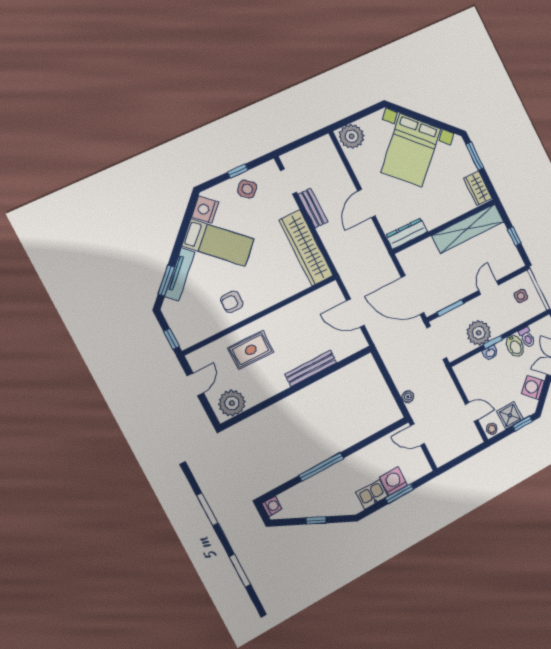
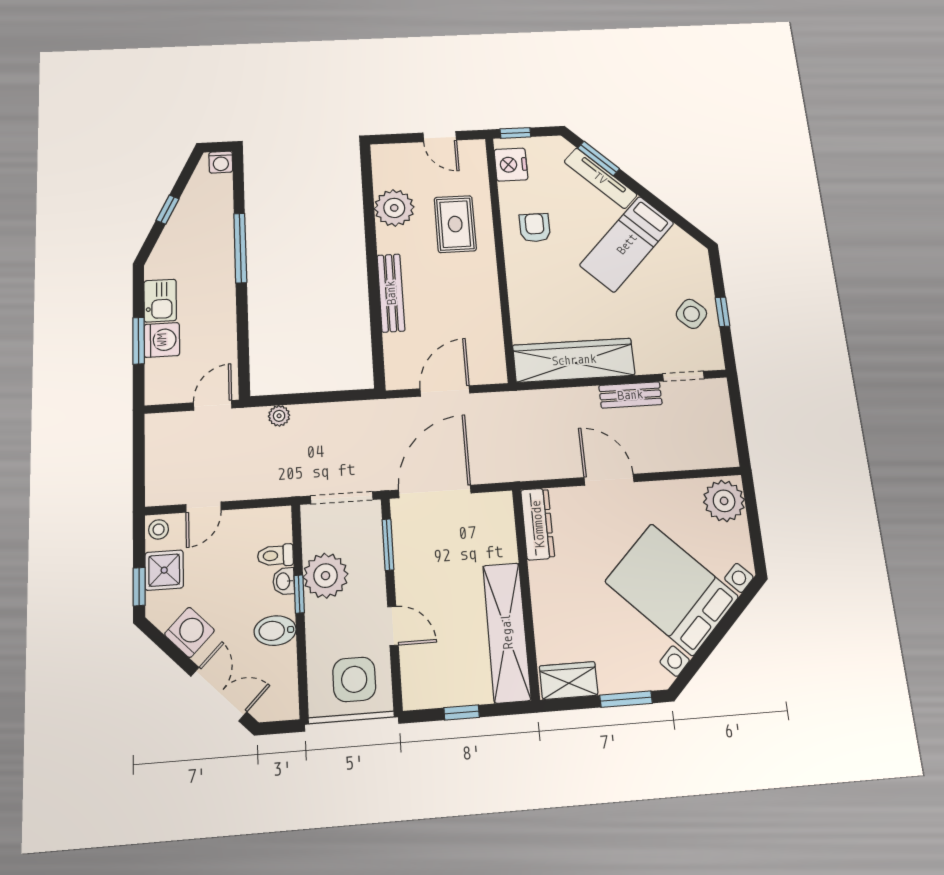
nightstand: (205, 210) -> (511, 165), moved, turned -134
side table: (521, 296) -> (354, 679), width x1.87, depth x1.87
toilet: (527, 337) -> (275, 555), moved
plant: (232, 403) -> (394, 208), moved

